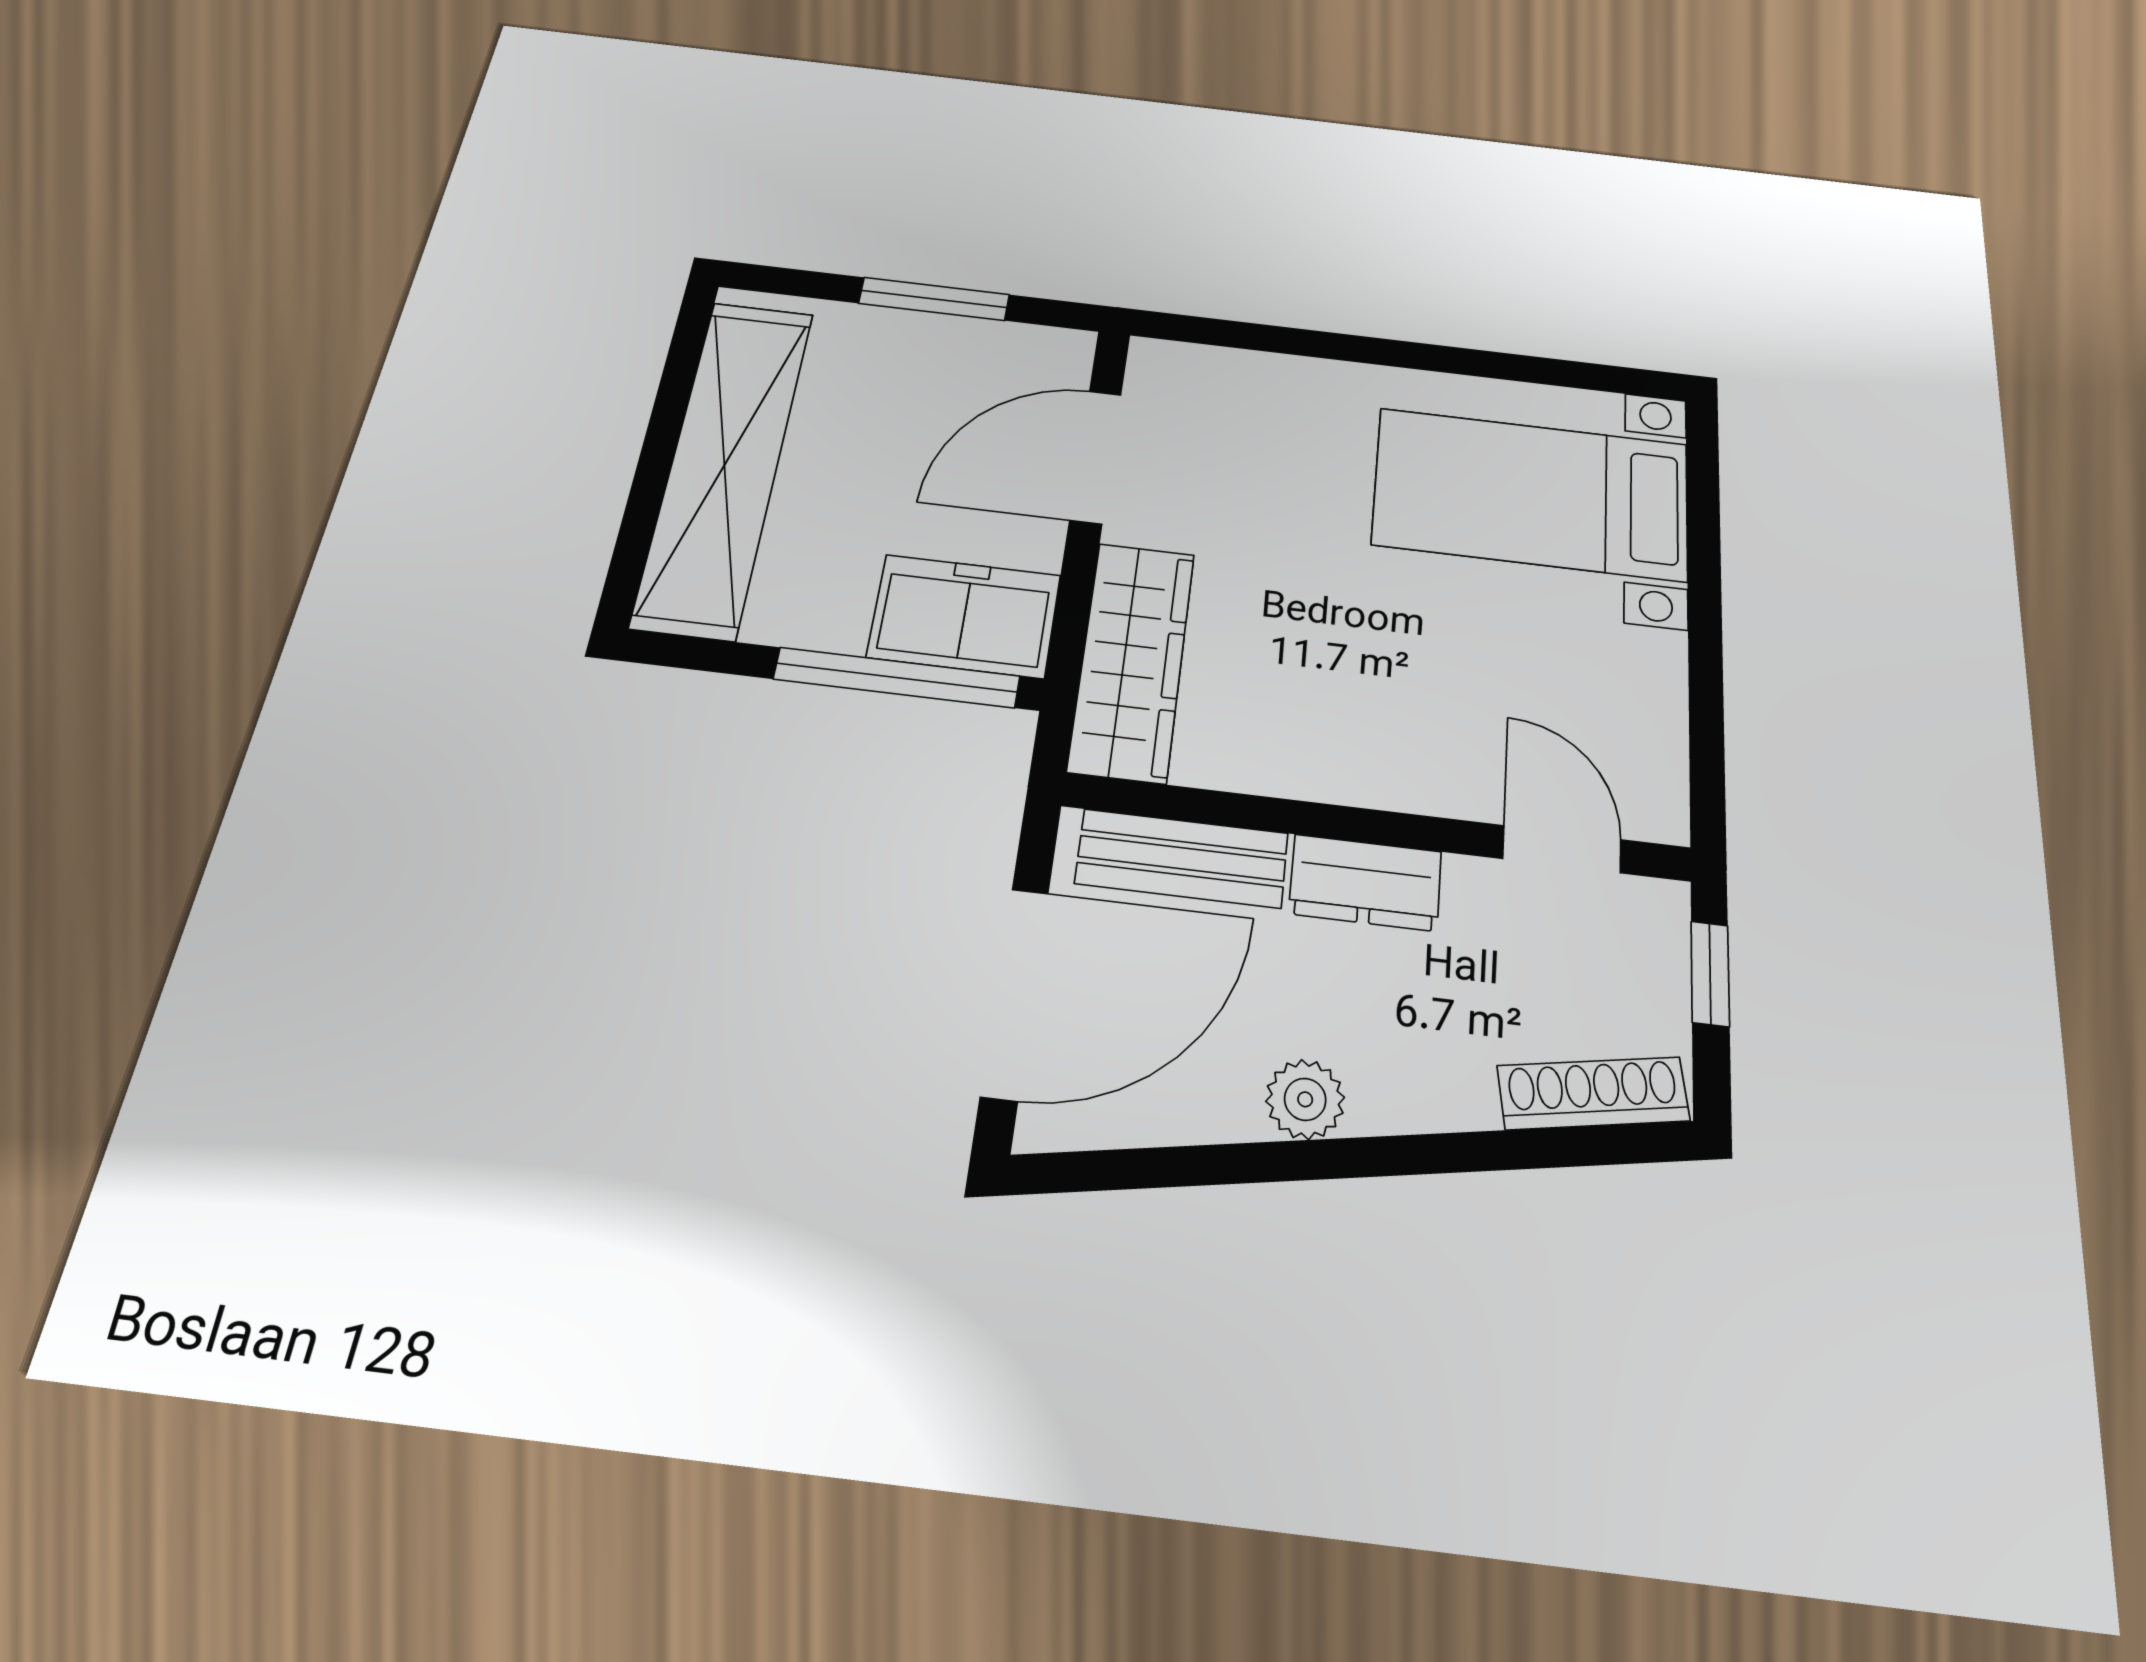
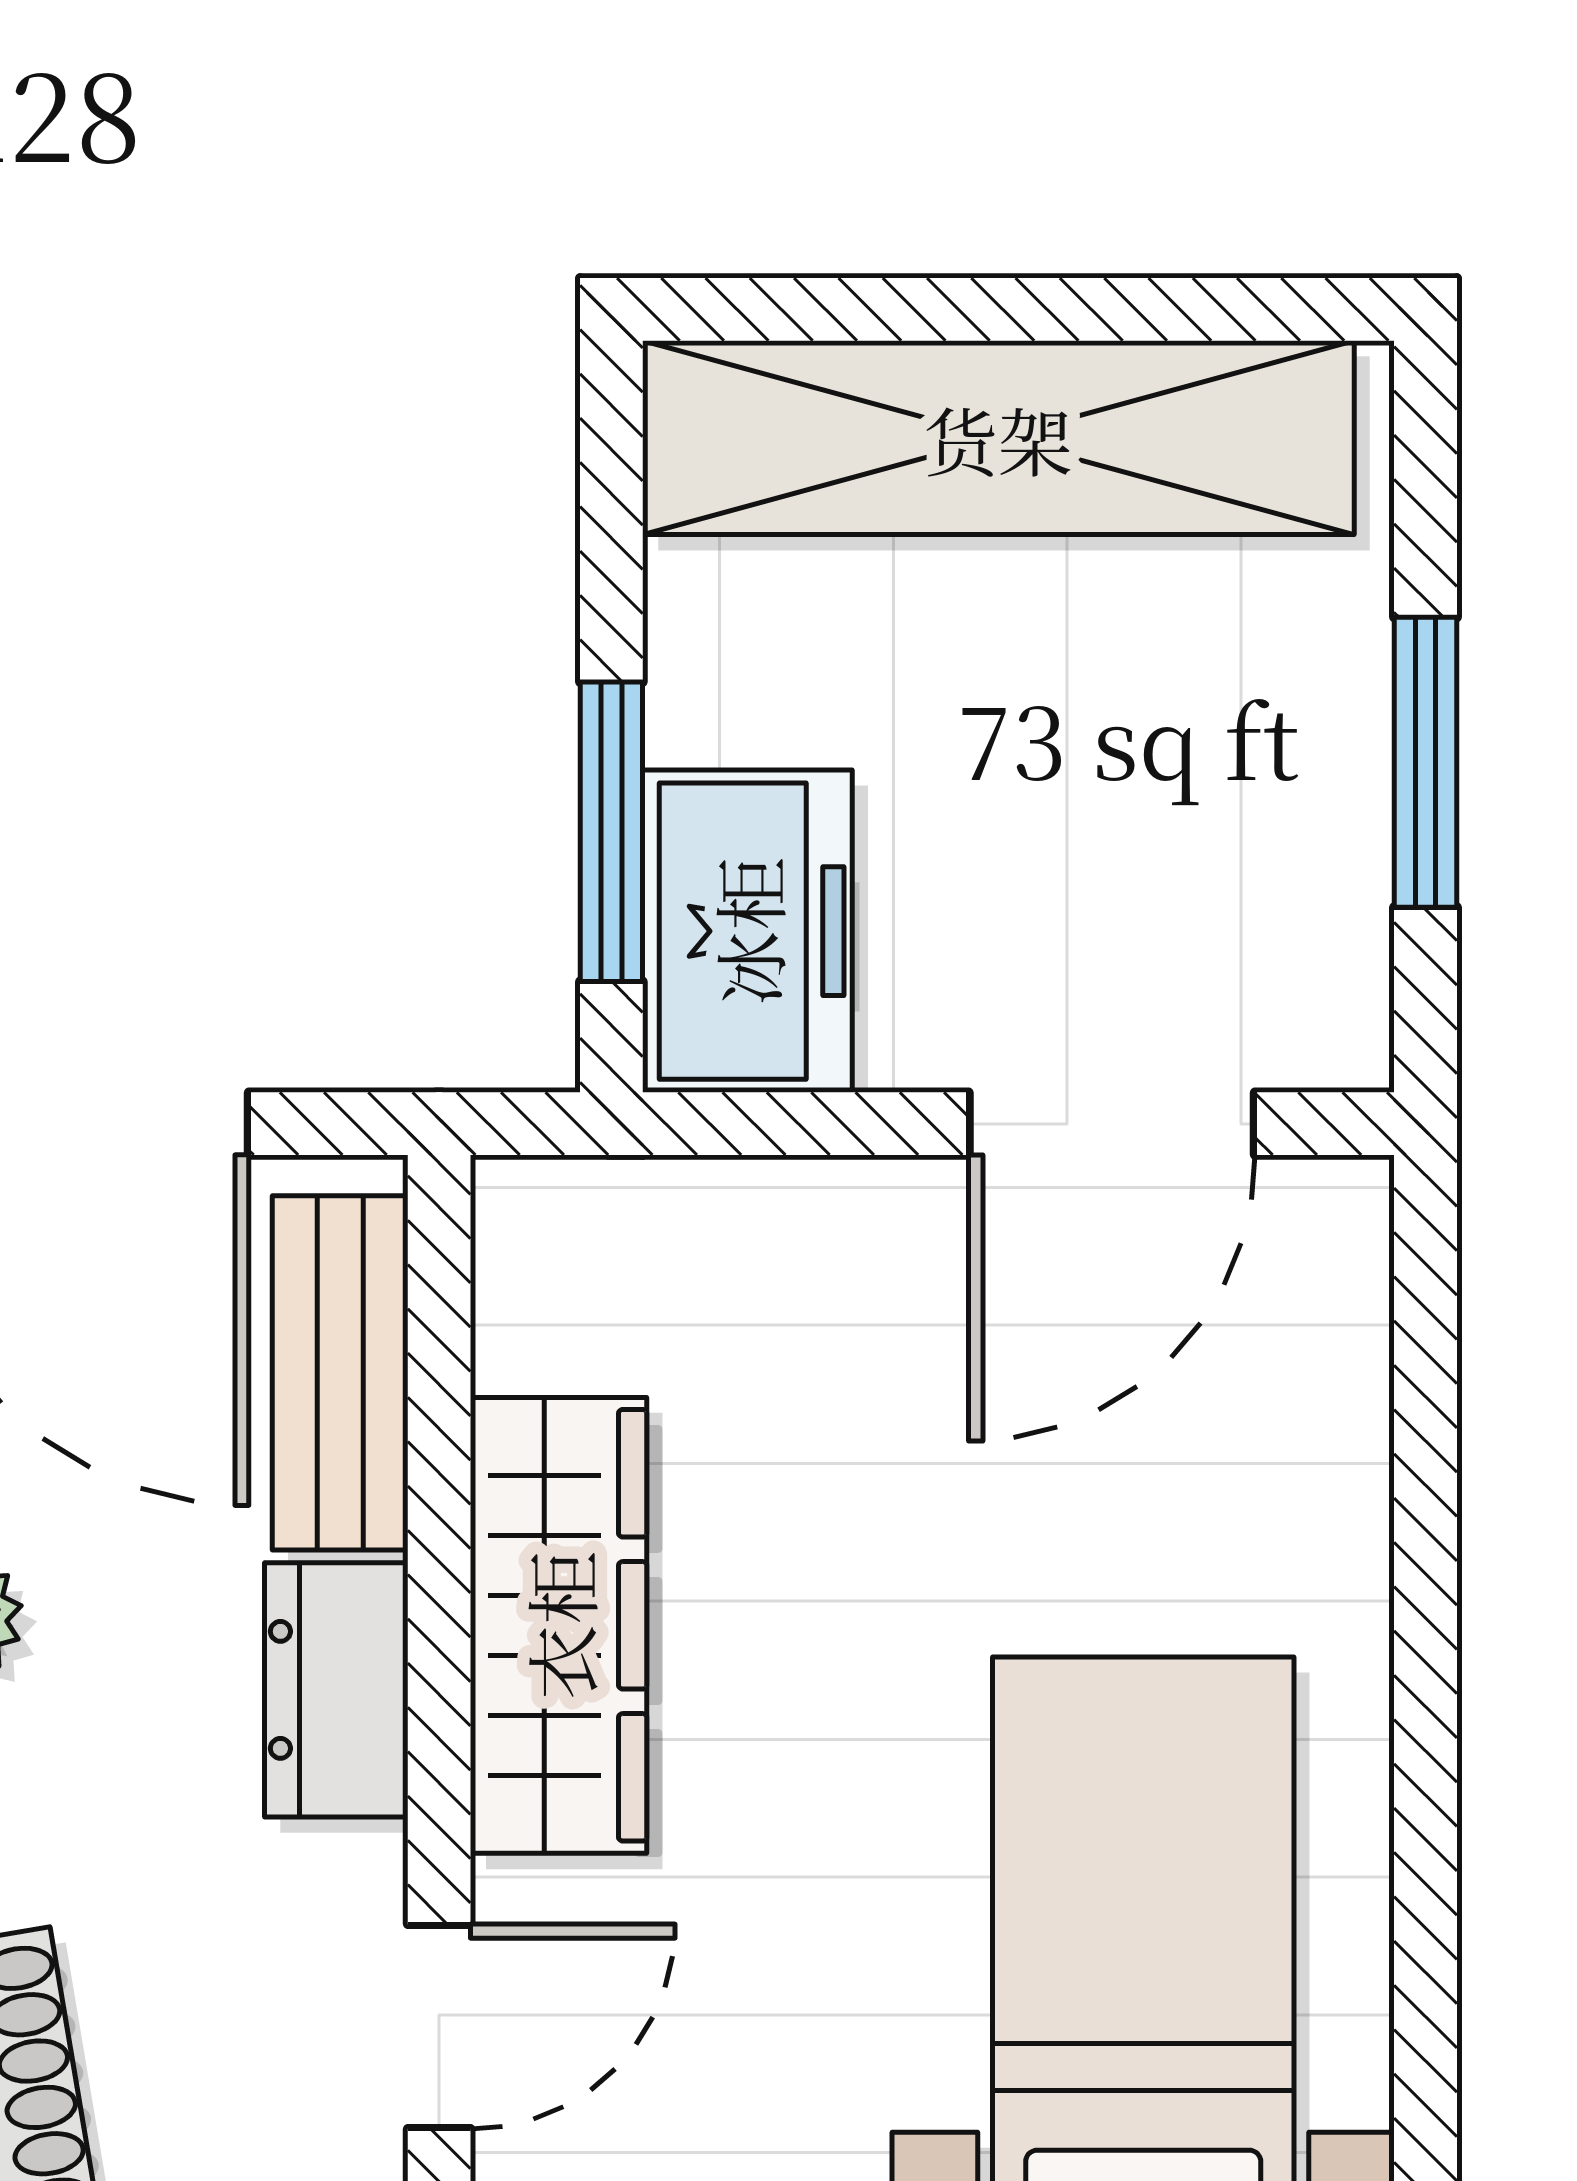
door: (1096, 457) -> (1112, 1124), swing flipped
wardrobe: (1132, 661) -> (559, 1625), moved, turned -90
window: (897, 678) -> (611, 832), width x0.69

